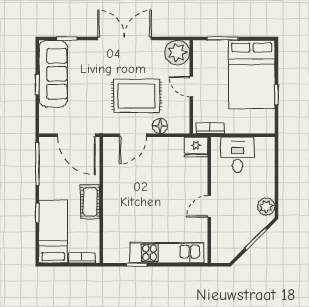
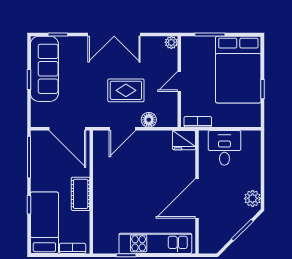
double door: (124, 39) -> (114, 34), swing flipped
plant: (177, 53) -> (171, 42), width x0.53, depth x0.53
door: (191, 87) -> (179, 81), hinge flipped
rug: (137, 96) -> (126, 90), width x0.73, depth x0.70
door: (209, 206) -> (197, 198), width x1.88

